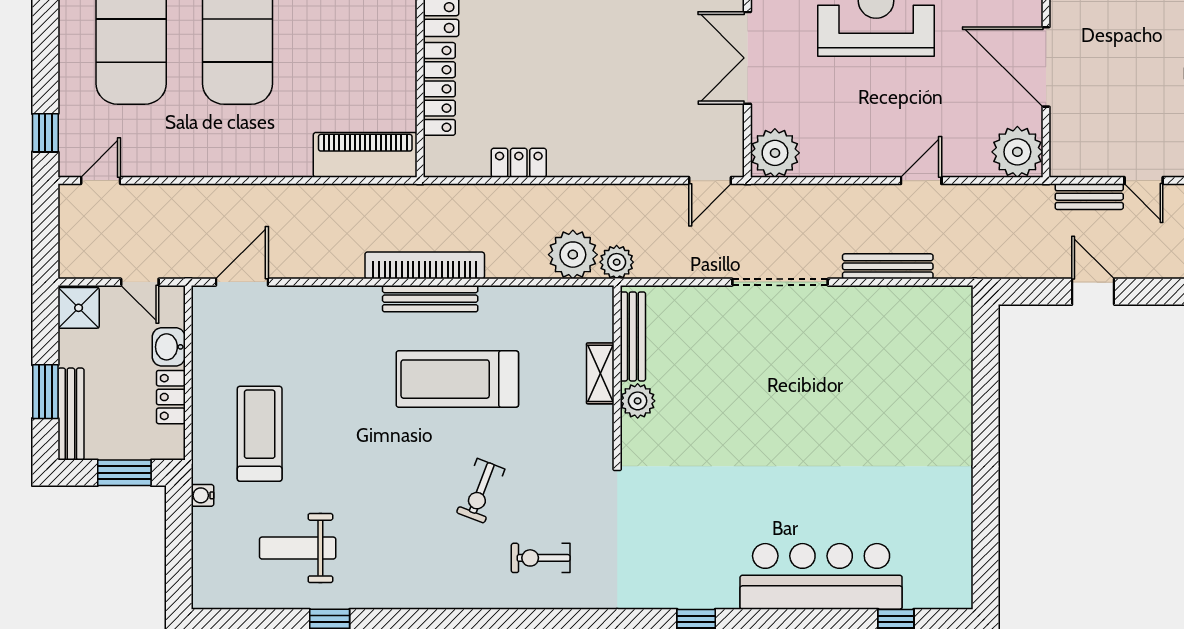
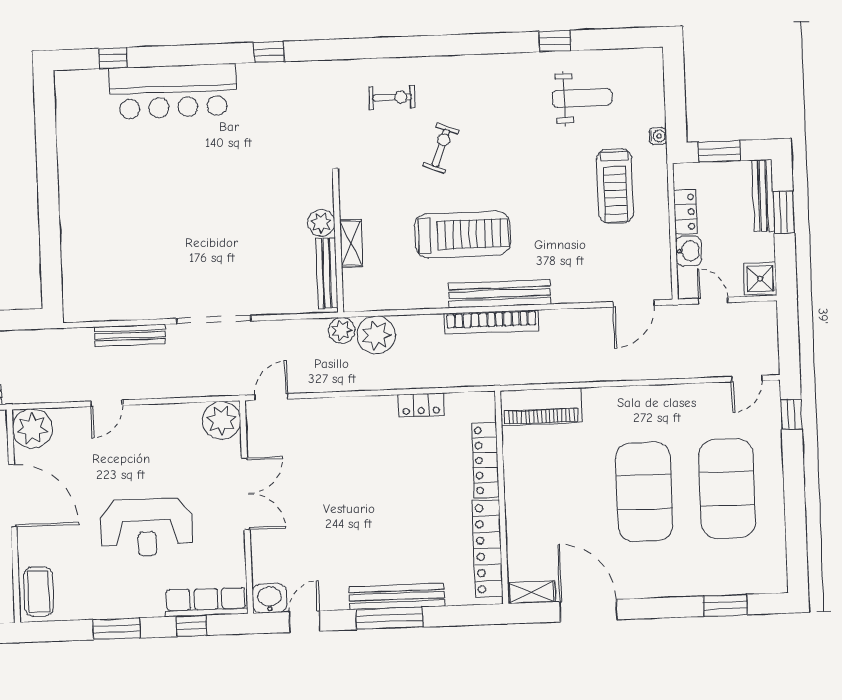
bench: (430, 299) -> (500, 294), width x1.37, depth x1.21

